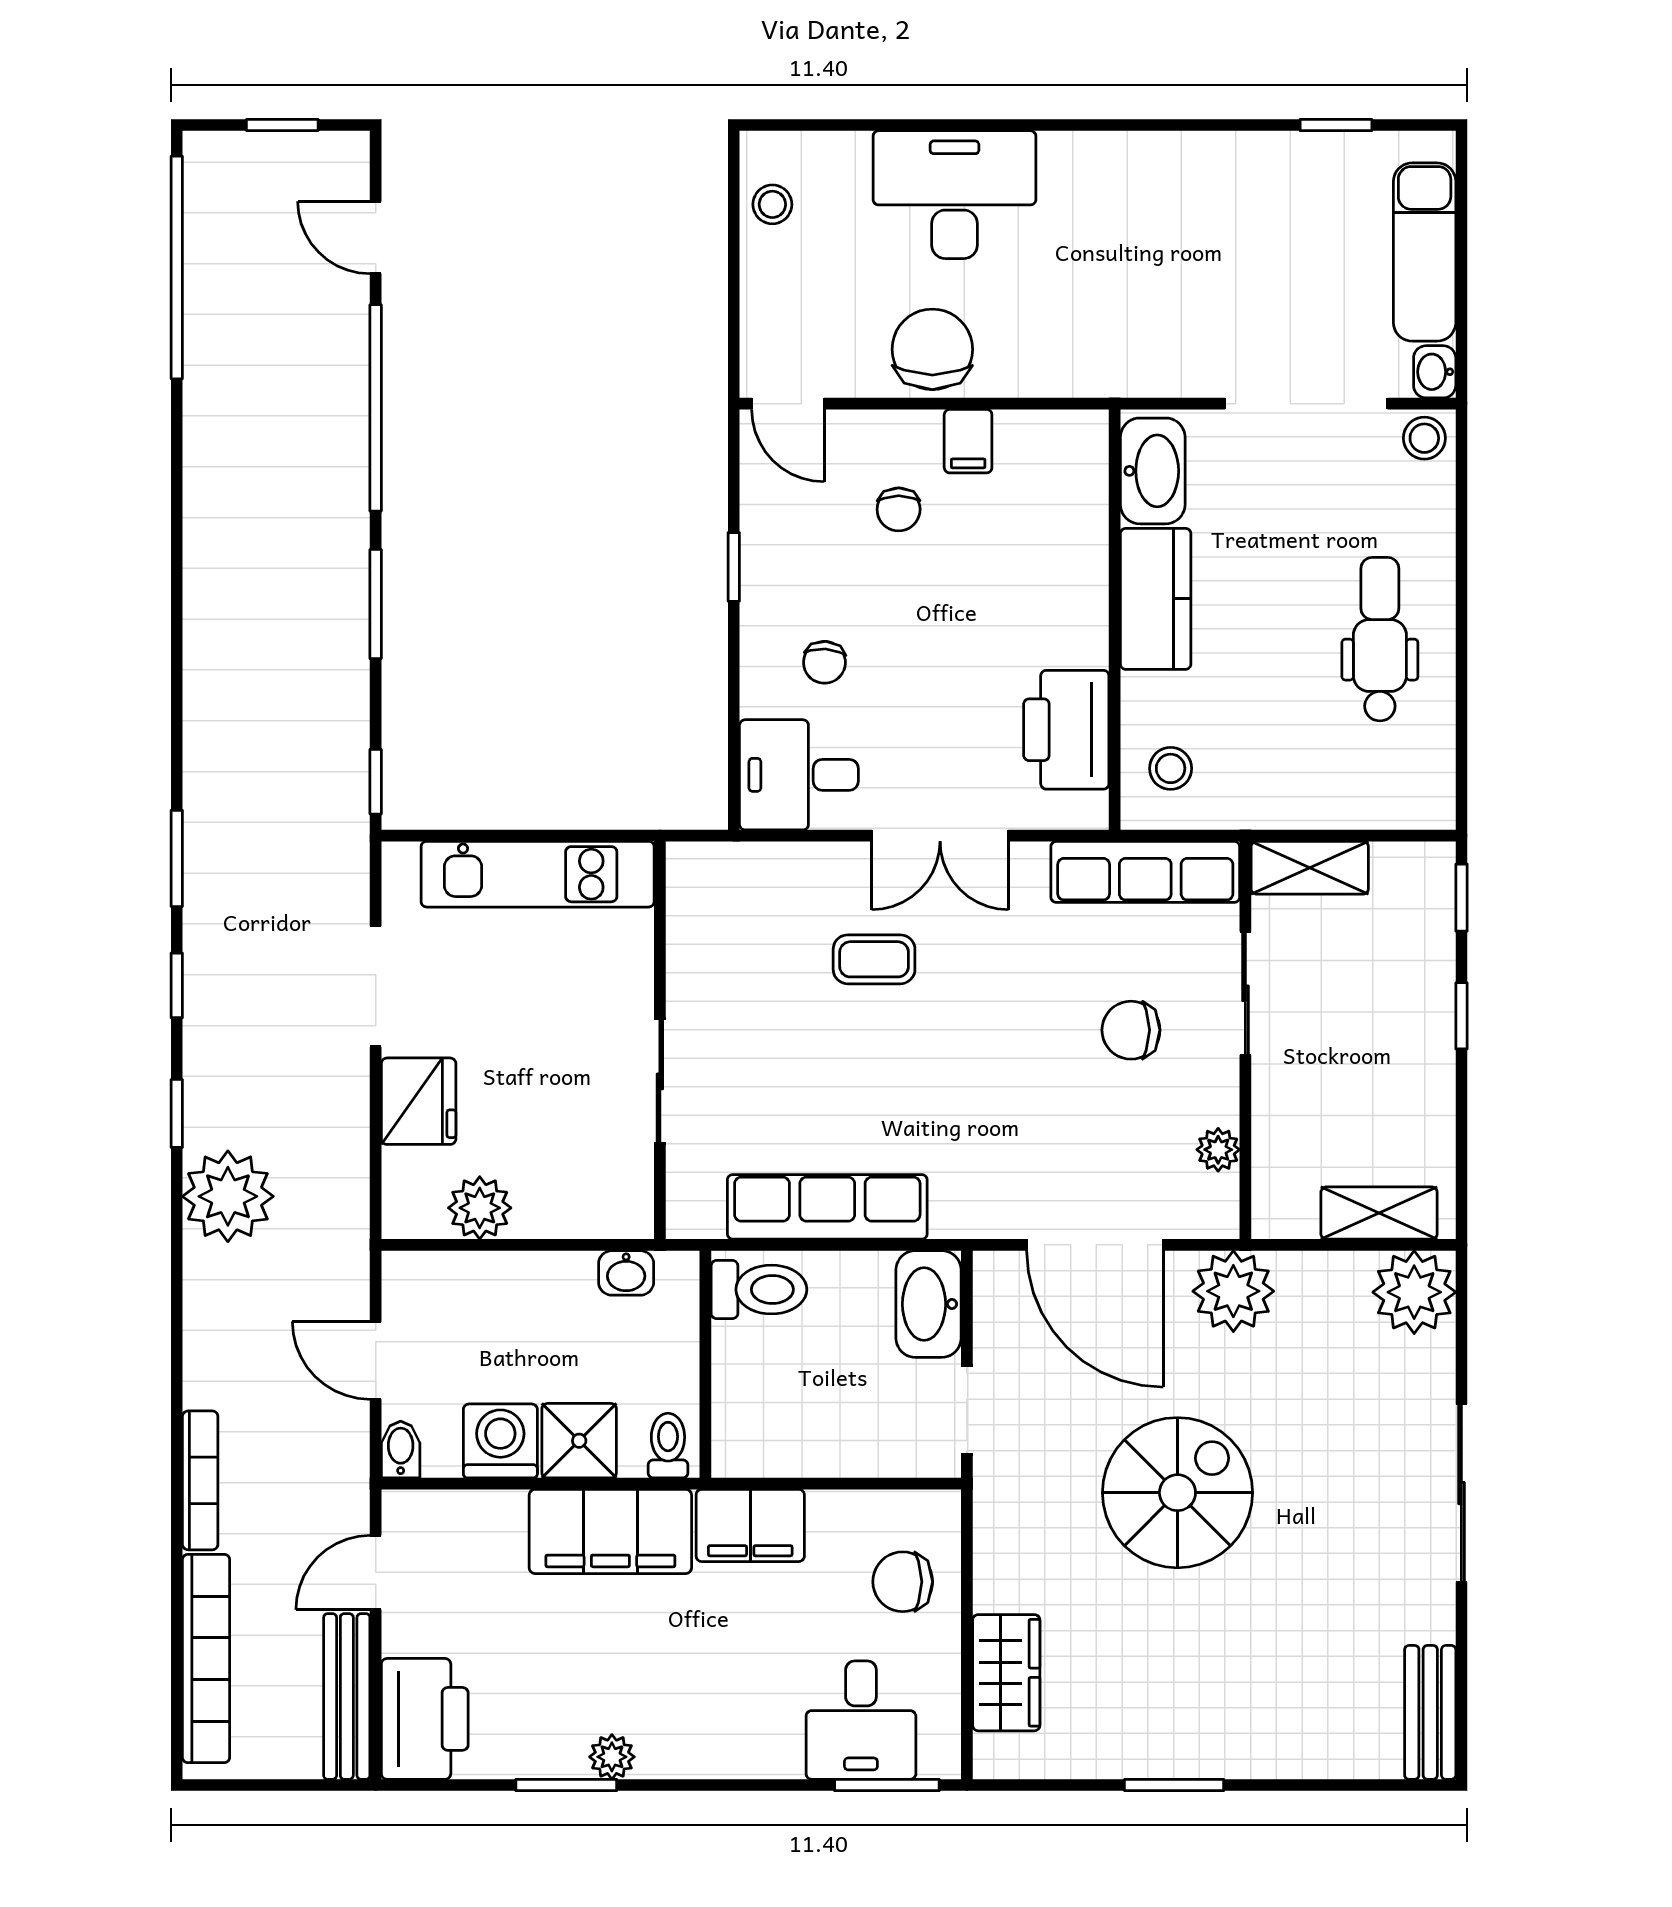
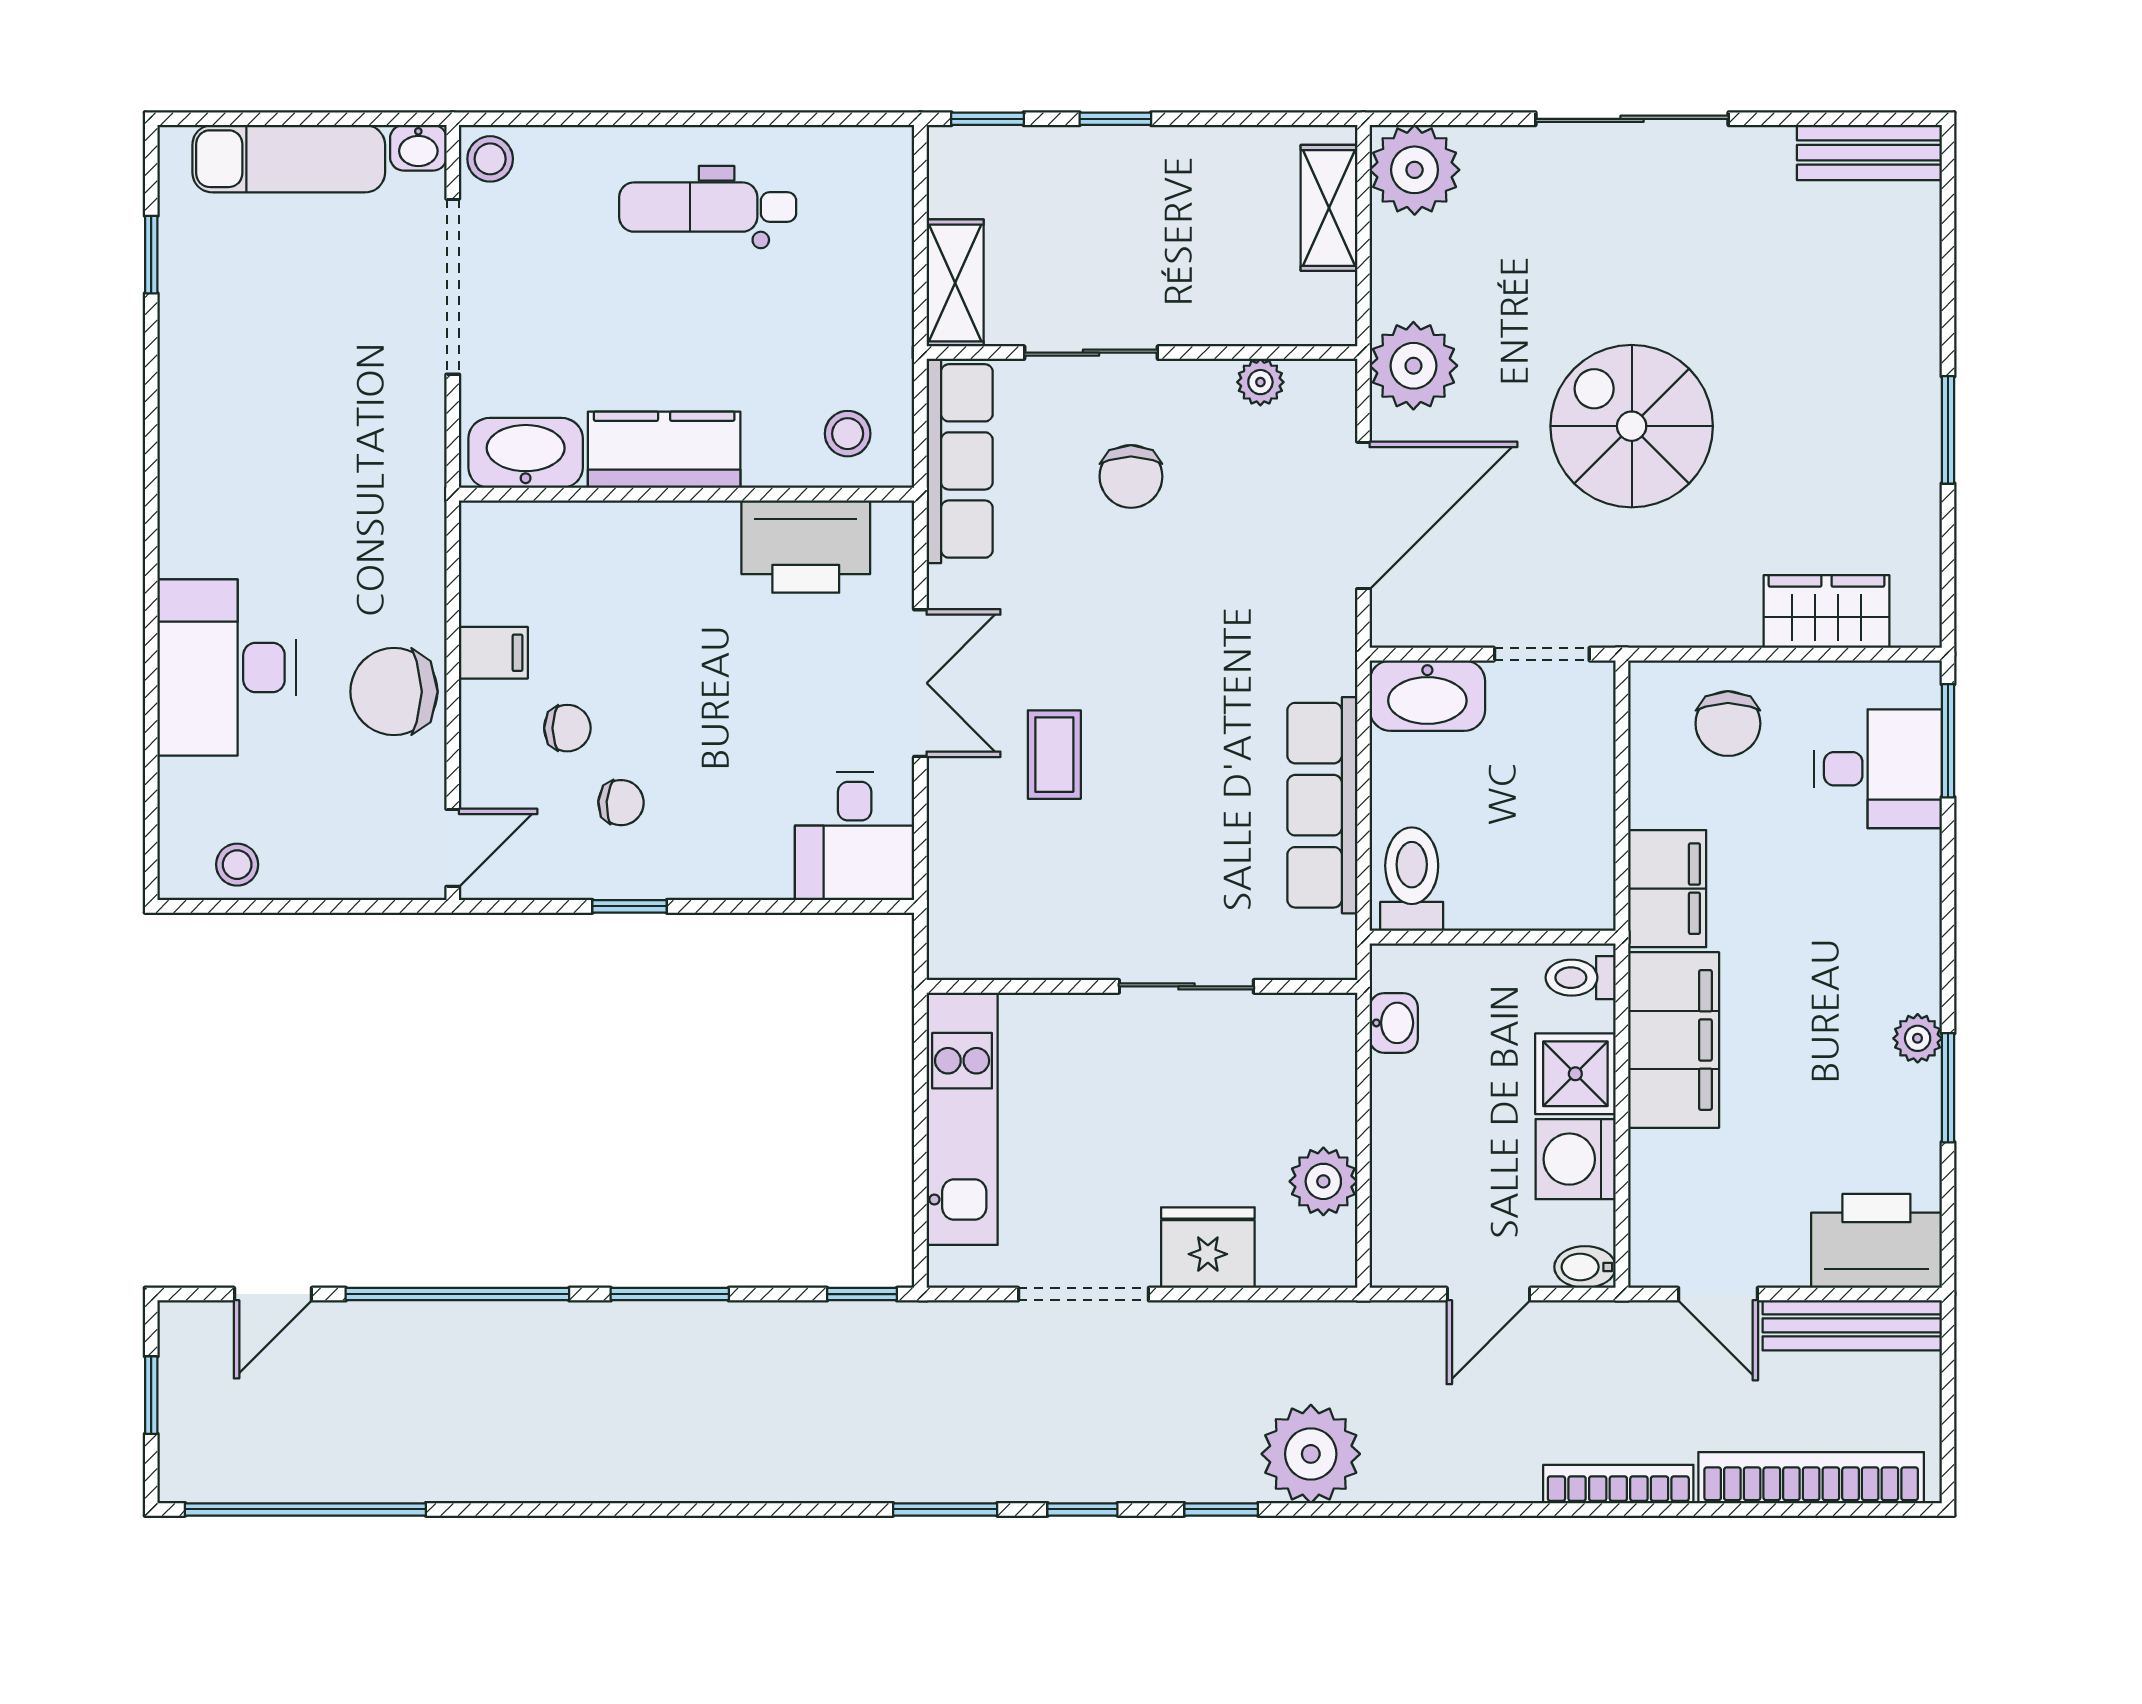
chair: (824, 662) -> (621, 803), moved

